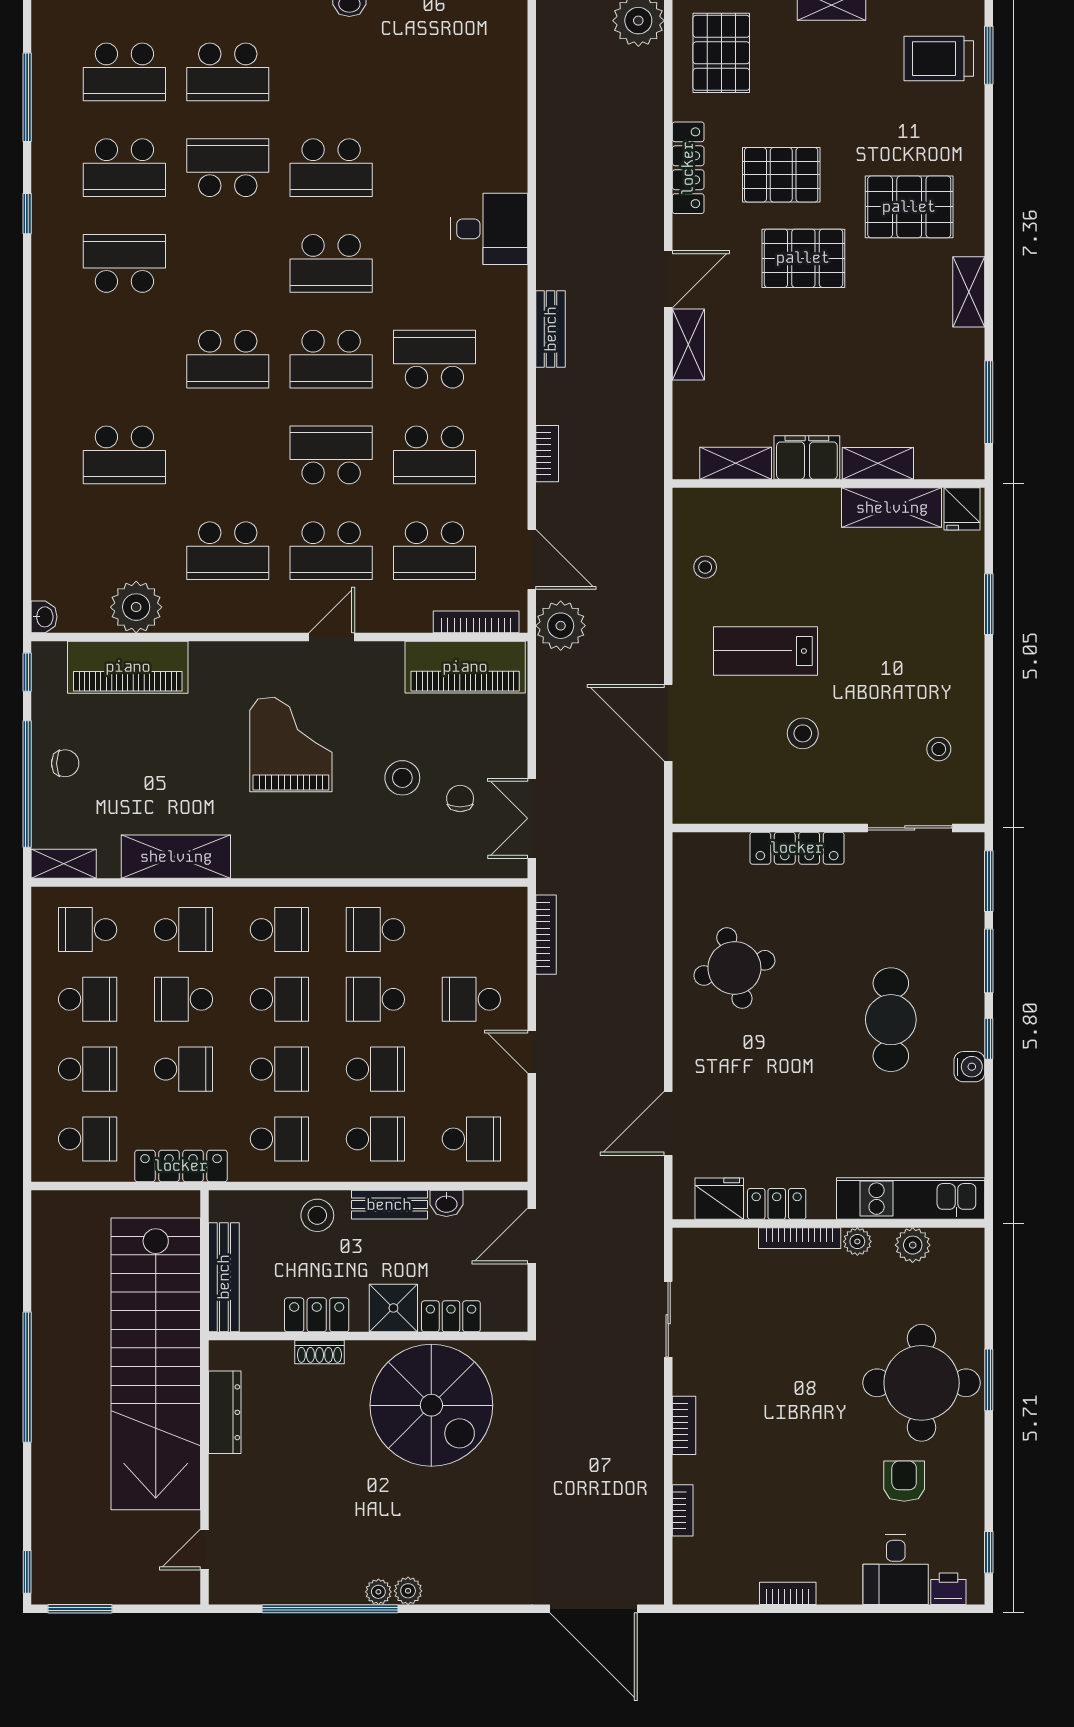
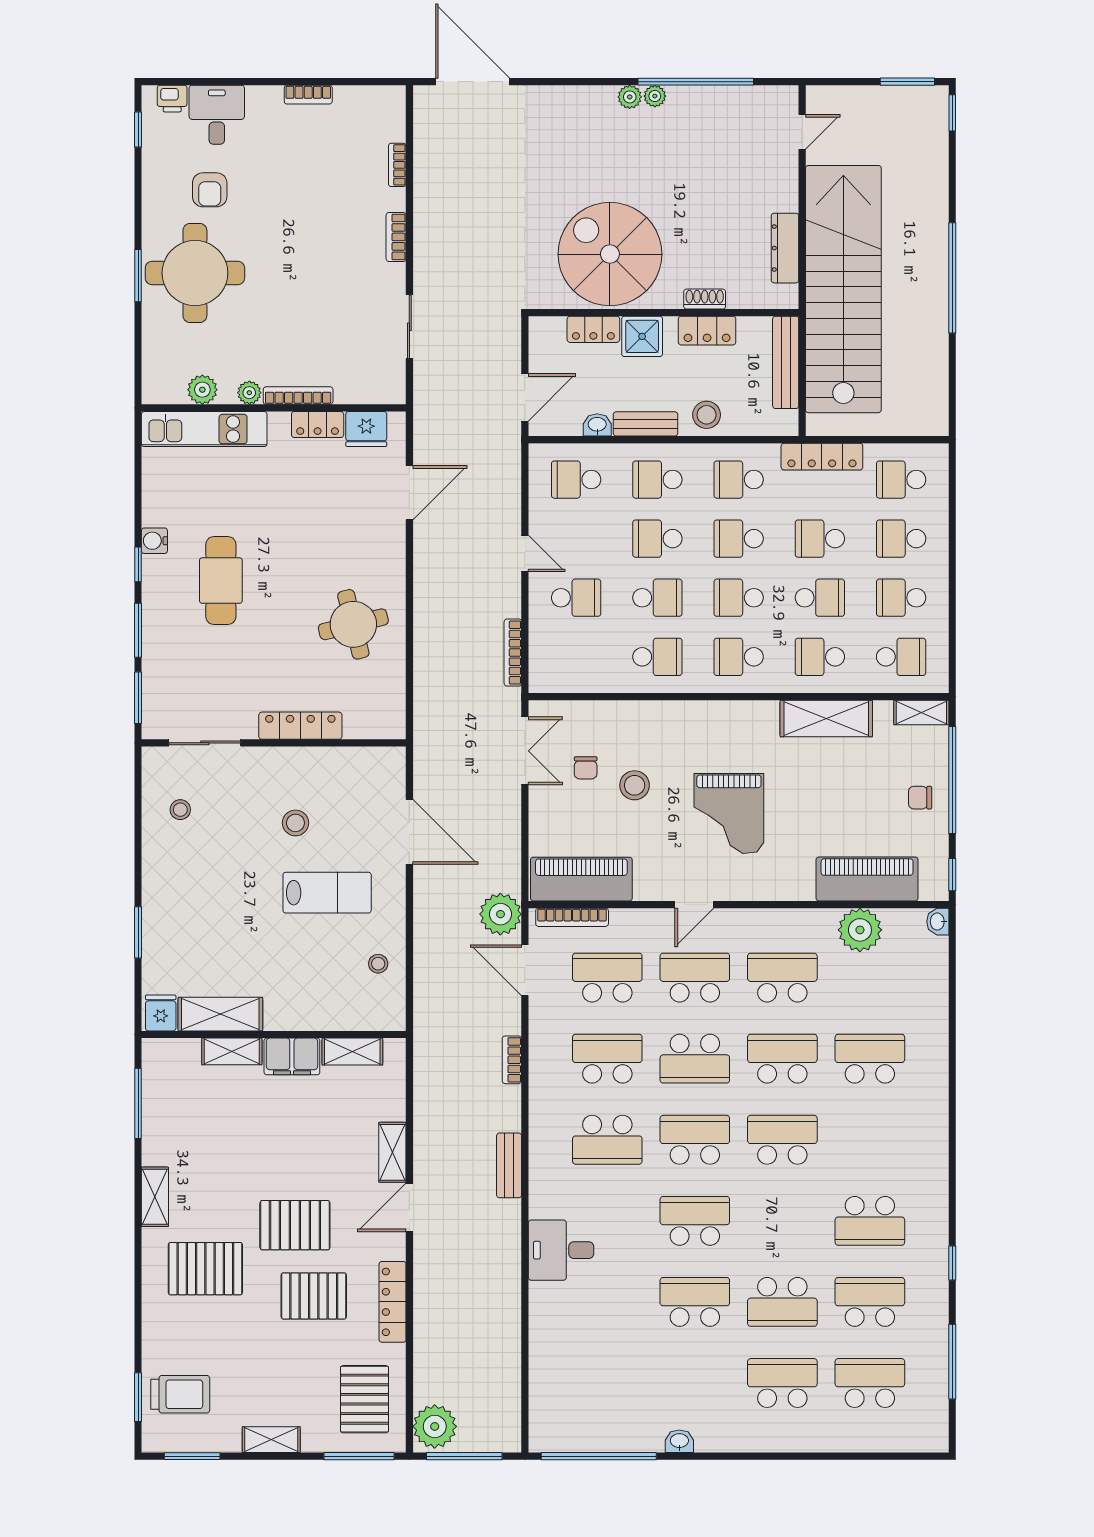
school desk: (228, 455) -> (782, 1059), added

